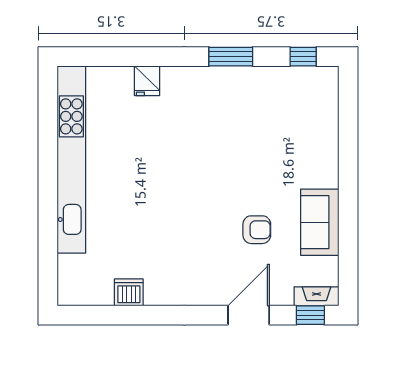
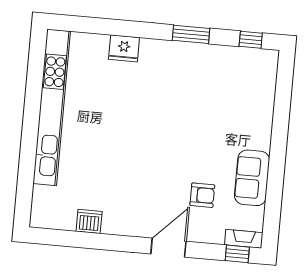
fridge: (147, 81) -> (124, 48), width x1.38
armchair: (257, 230) -> (202, 195), moved
door: (249, 315) -> (168, 248), moved

